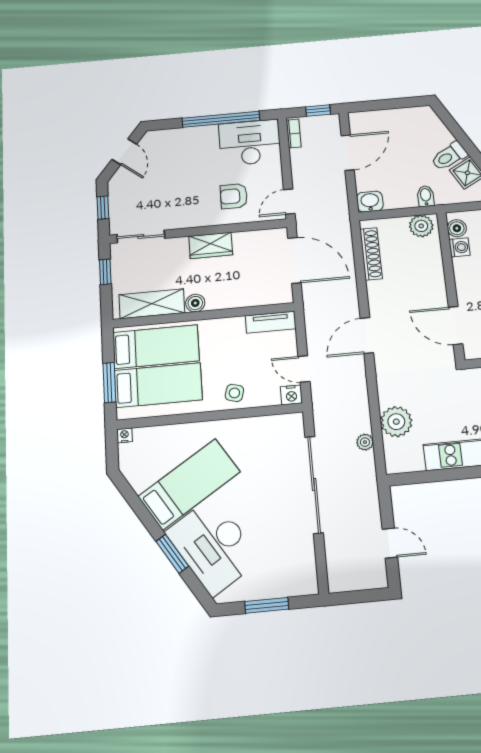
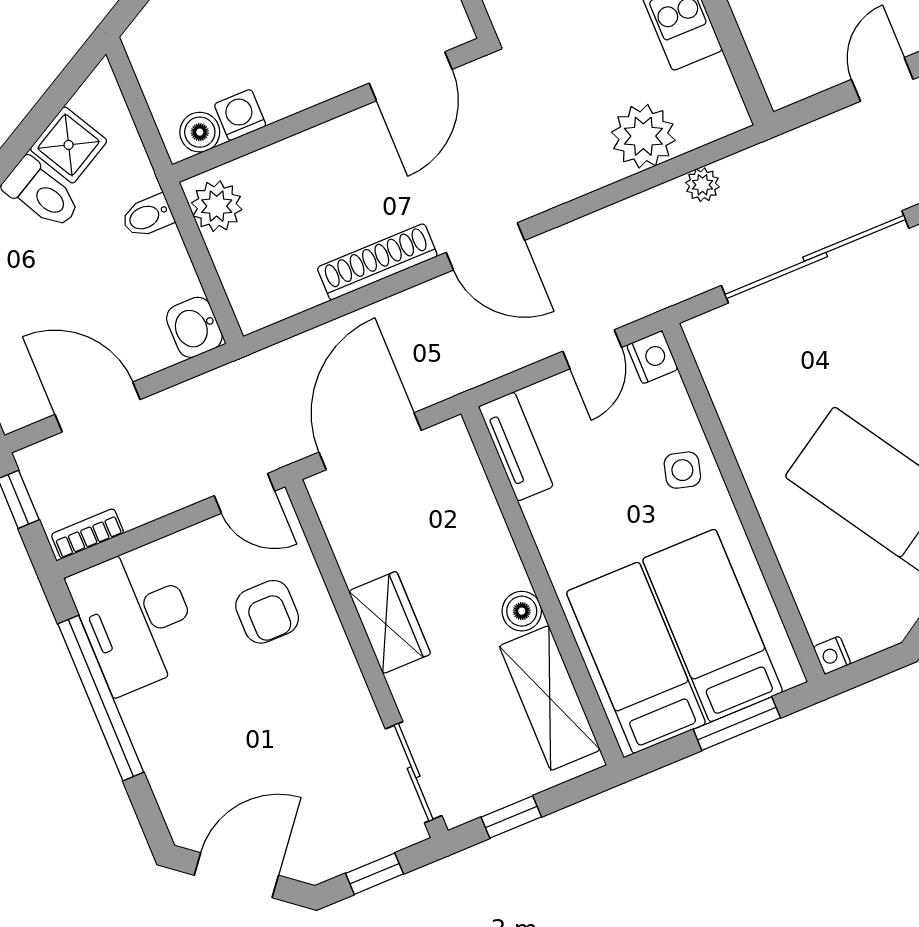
door: (124, 152) -> (236, 875), width x1.38
shoe rack: (371, 254) -> (377, 262), moved

